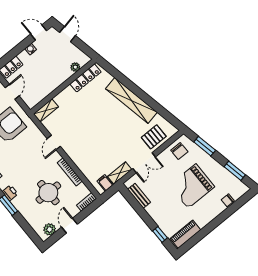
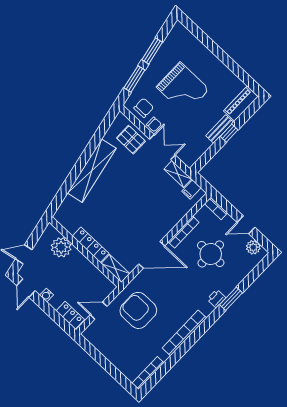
plant: (75, 67) -> (61, 247), width x1.87, depth x1.87
locker: (86, 78) -> (91, 245), moved
door: (54, 142) -> (152, 255), width x1.87
window: (235, 171) -> (152, 51), moved
bench: (139, 196) -> (220, 129), moved
chair: (228, 200) -> (154, 124), moved
window: (160, 234) -> (229, 133), moved
piano: (185, 234) -> (241, 104), moved, turned 90

